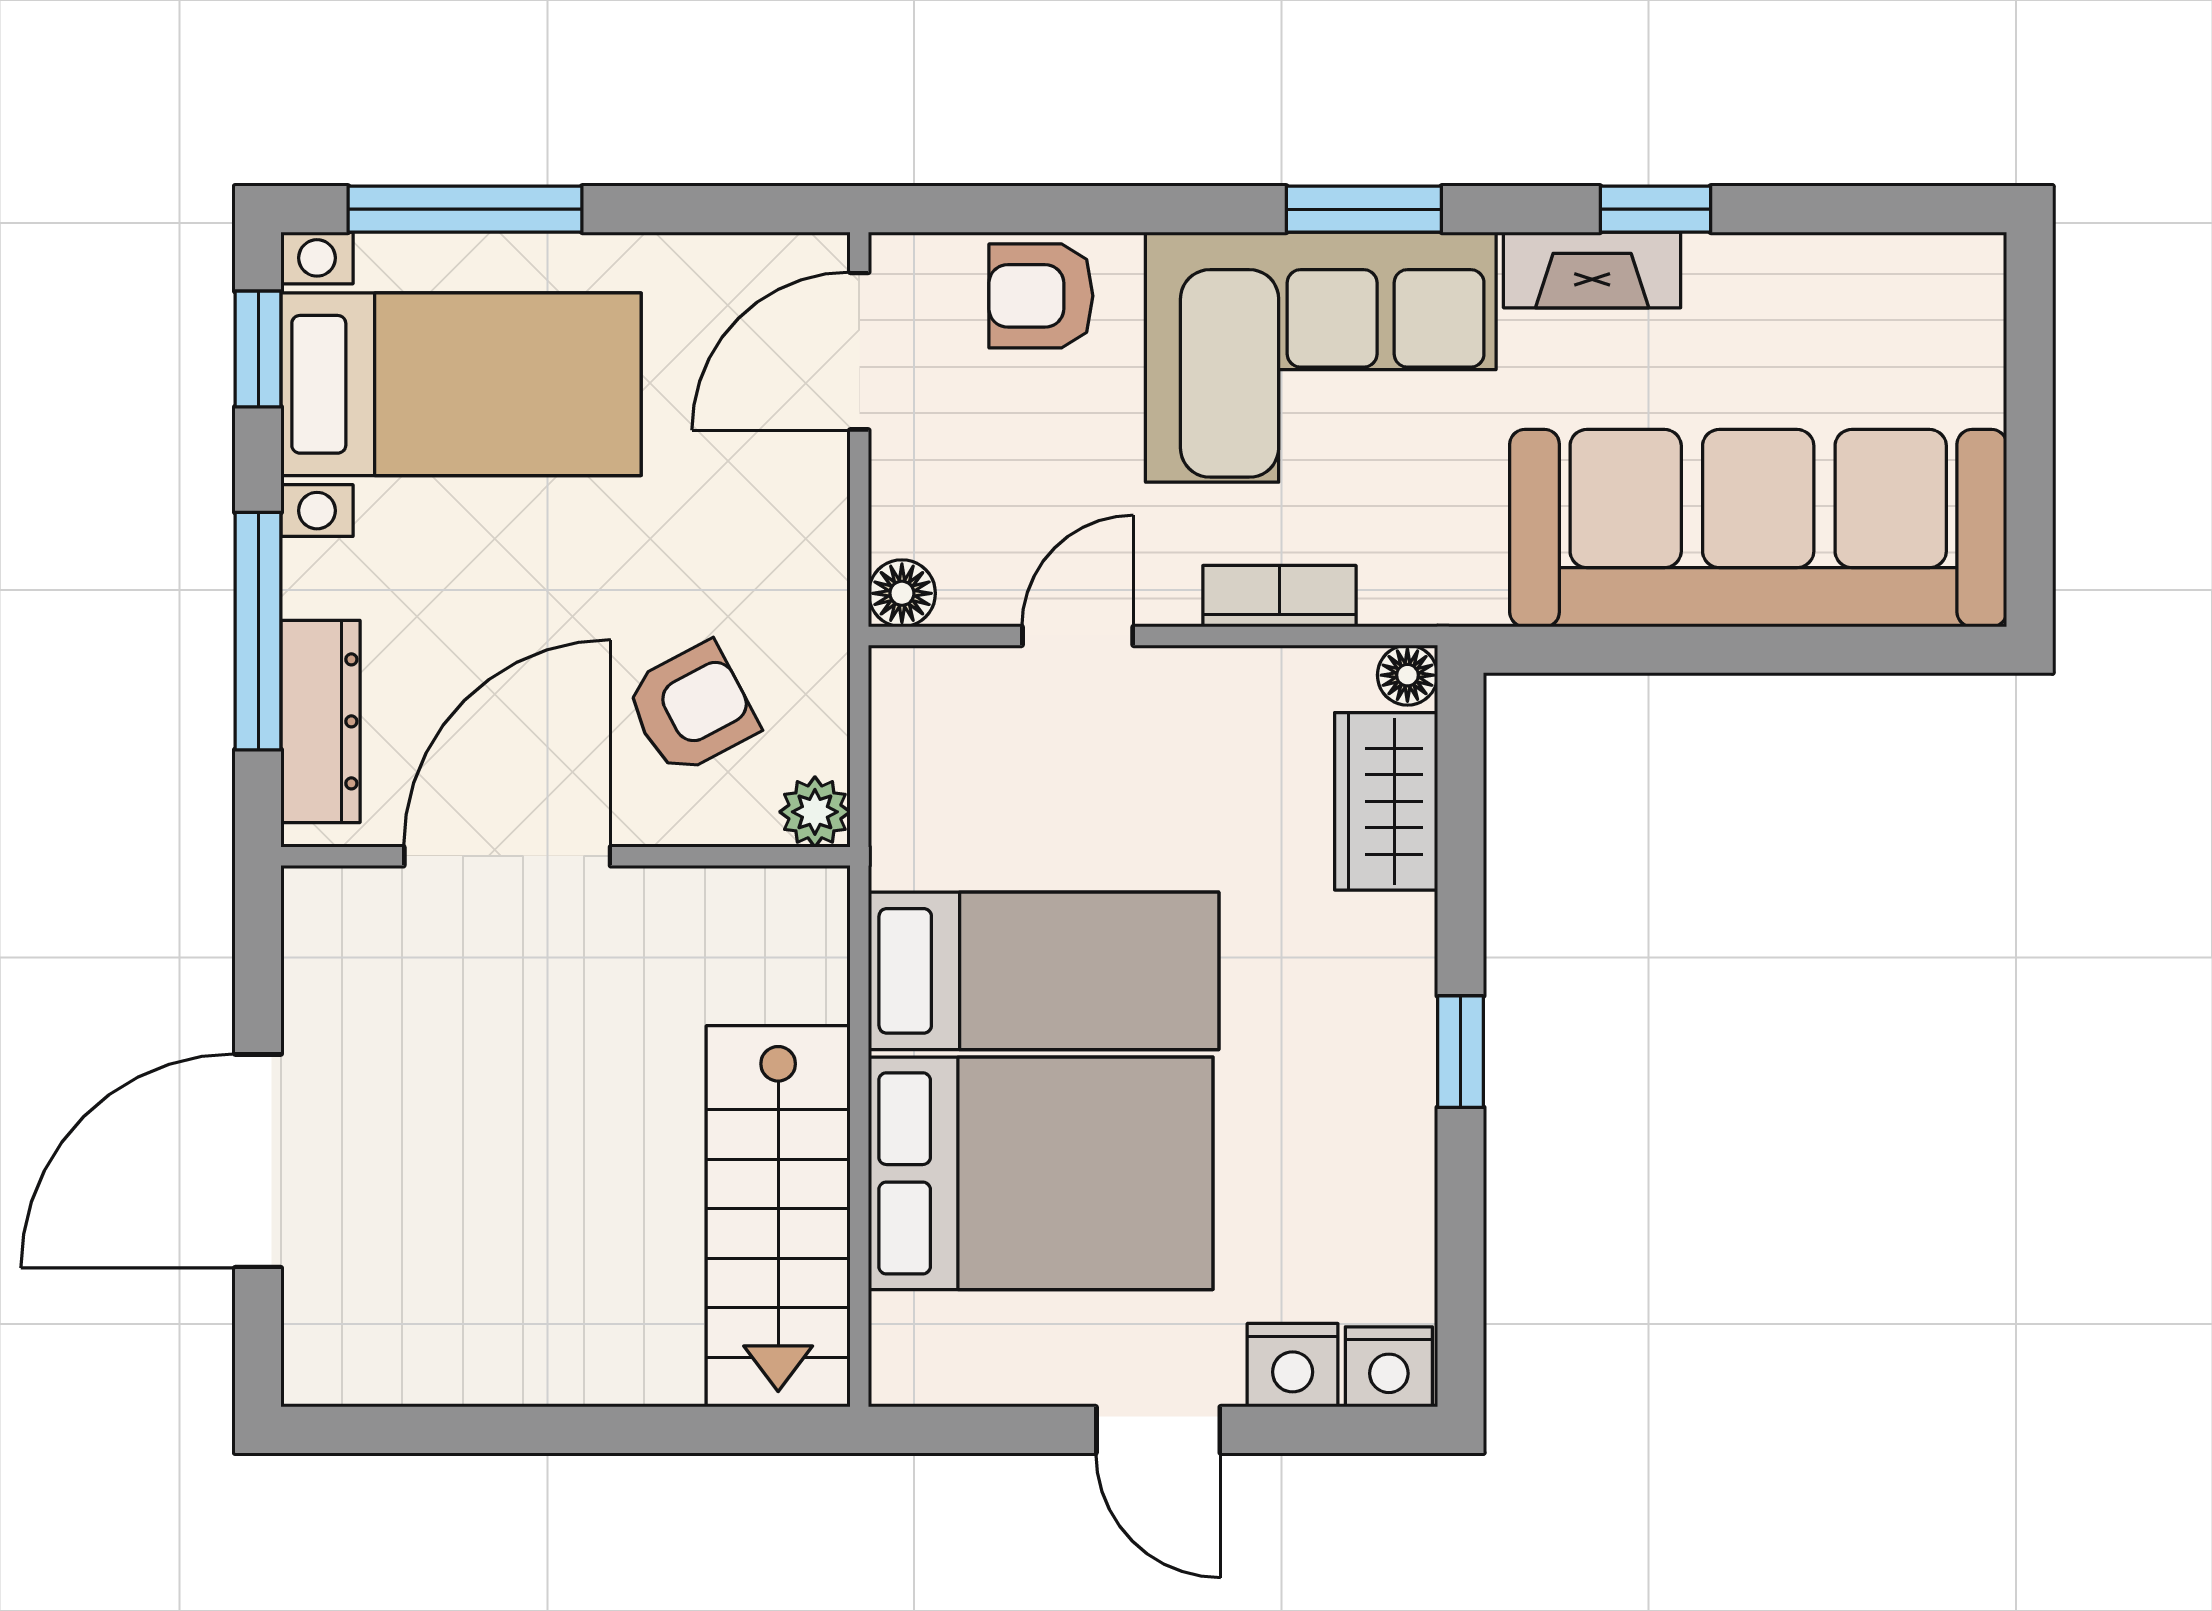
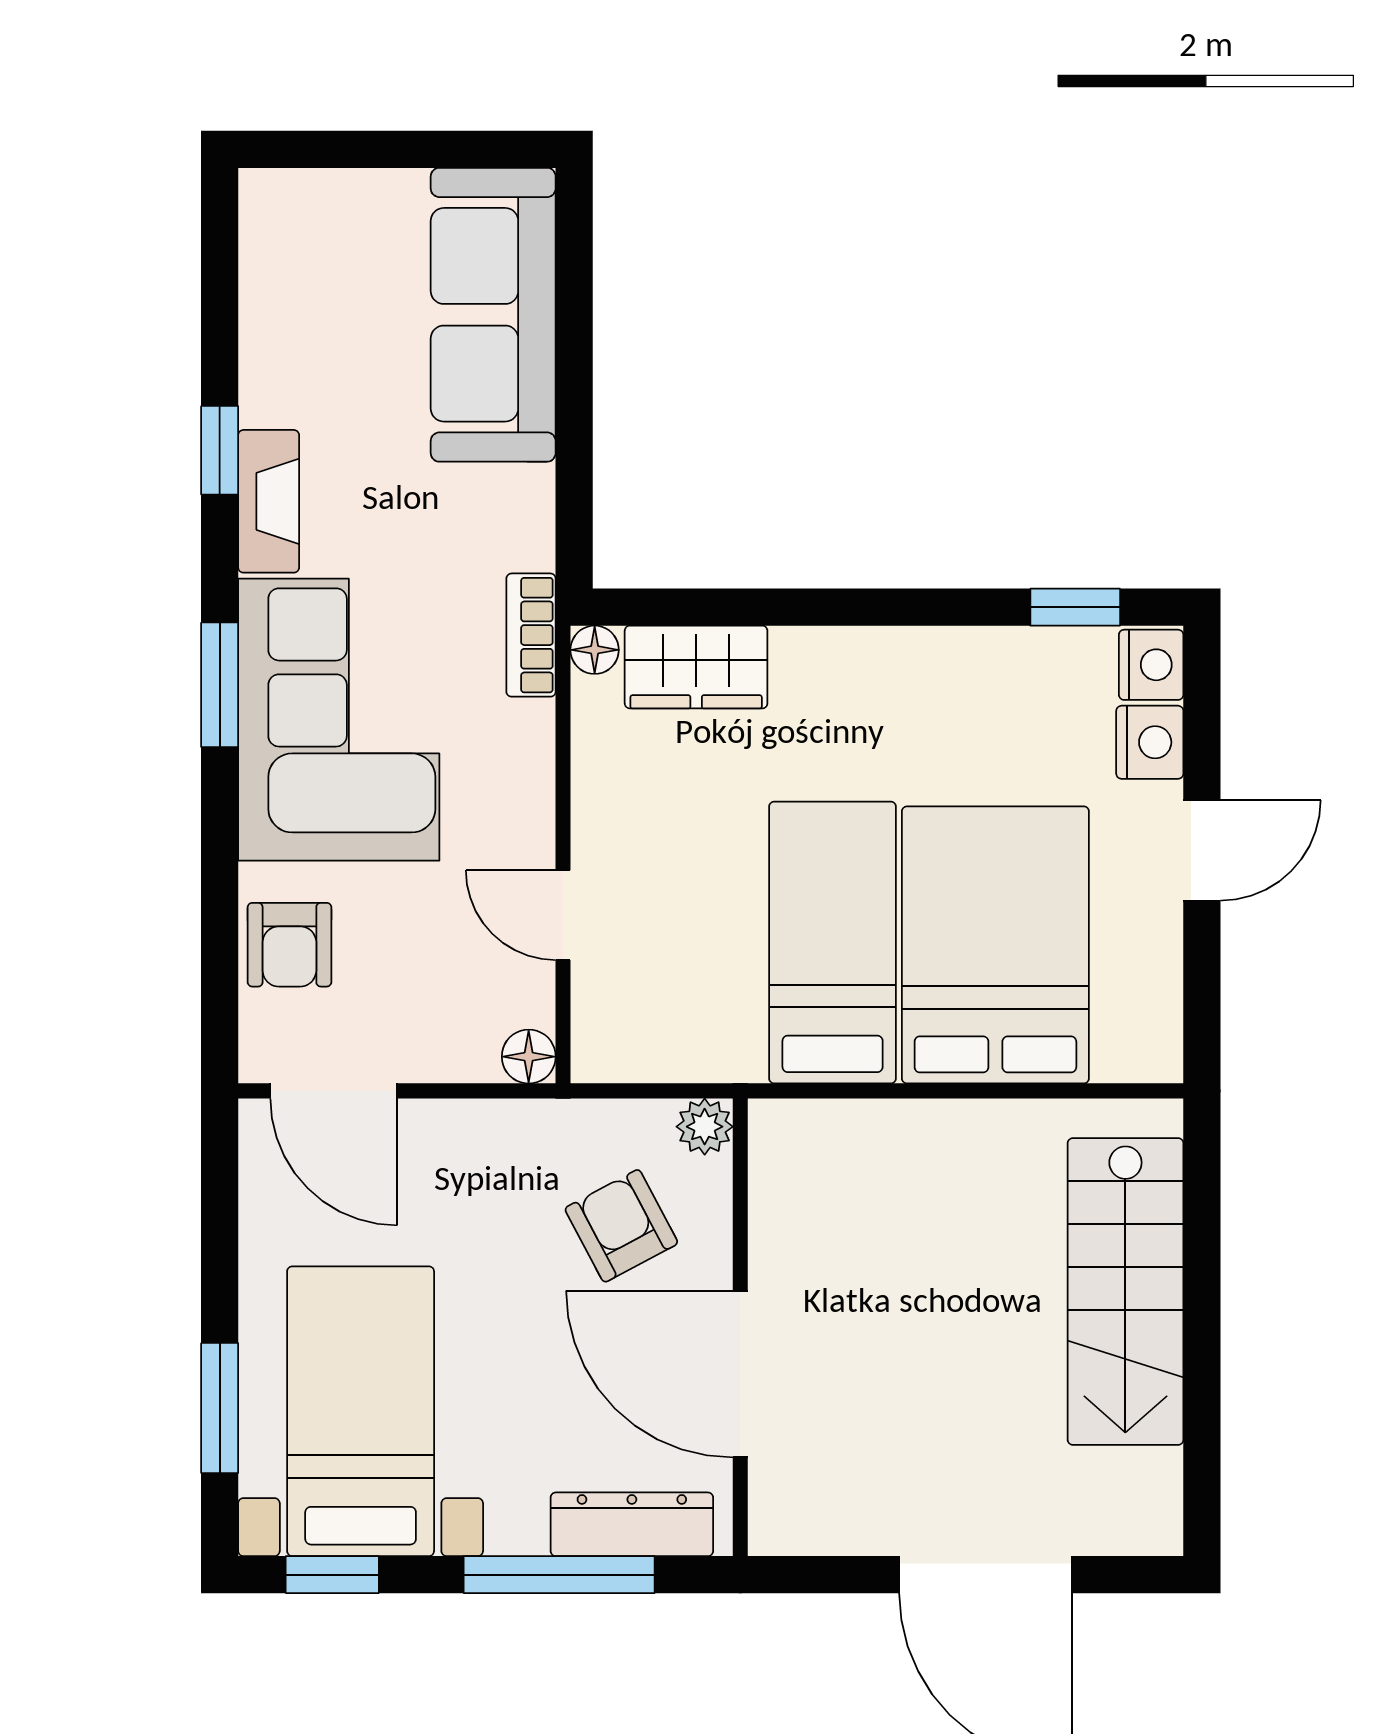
window: (465, 209) -> (220, 1408), width x0.69
sofa: (1758, 528) -> (493, 315), width x0.74, depth x0.79
bookcase: (1279, 596) -> (531, 635), moved
window: (1460, 1052) -> (1075, 607), moved
stairs: (778, 1216) -> (1125, 1291), moved, turned 90

